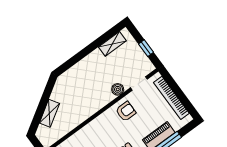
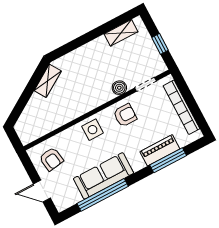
shelving: (49, 113) -> (48, 81), moved
side table: (101, 127) -> (93, 130), added

